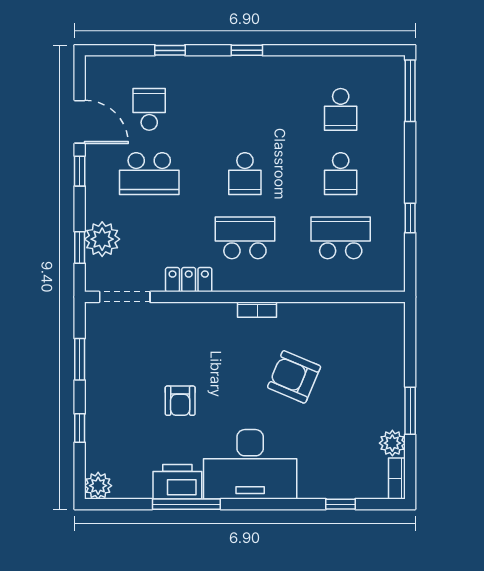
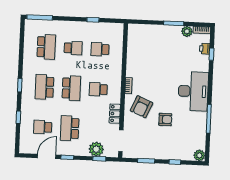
school desk: (245, 109) -> (44, 87), added
school desk: (341, 109) -> (46, 47), width x1.85
school desk: (149, 174) -> (70, 128), turned 180
school desk: (245, 174) -> (71, 88), width x1.85
school desk: (245, 238) -> (98, 89), width x0.54
school desk: (341, 238) -> (100, 49), width x0.54
armchair: (294, 377) -> (141, 107), moved
printer: (177, 482) -> (205, 49), moved, width x0.53, depth x0.68

